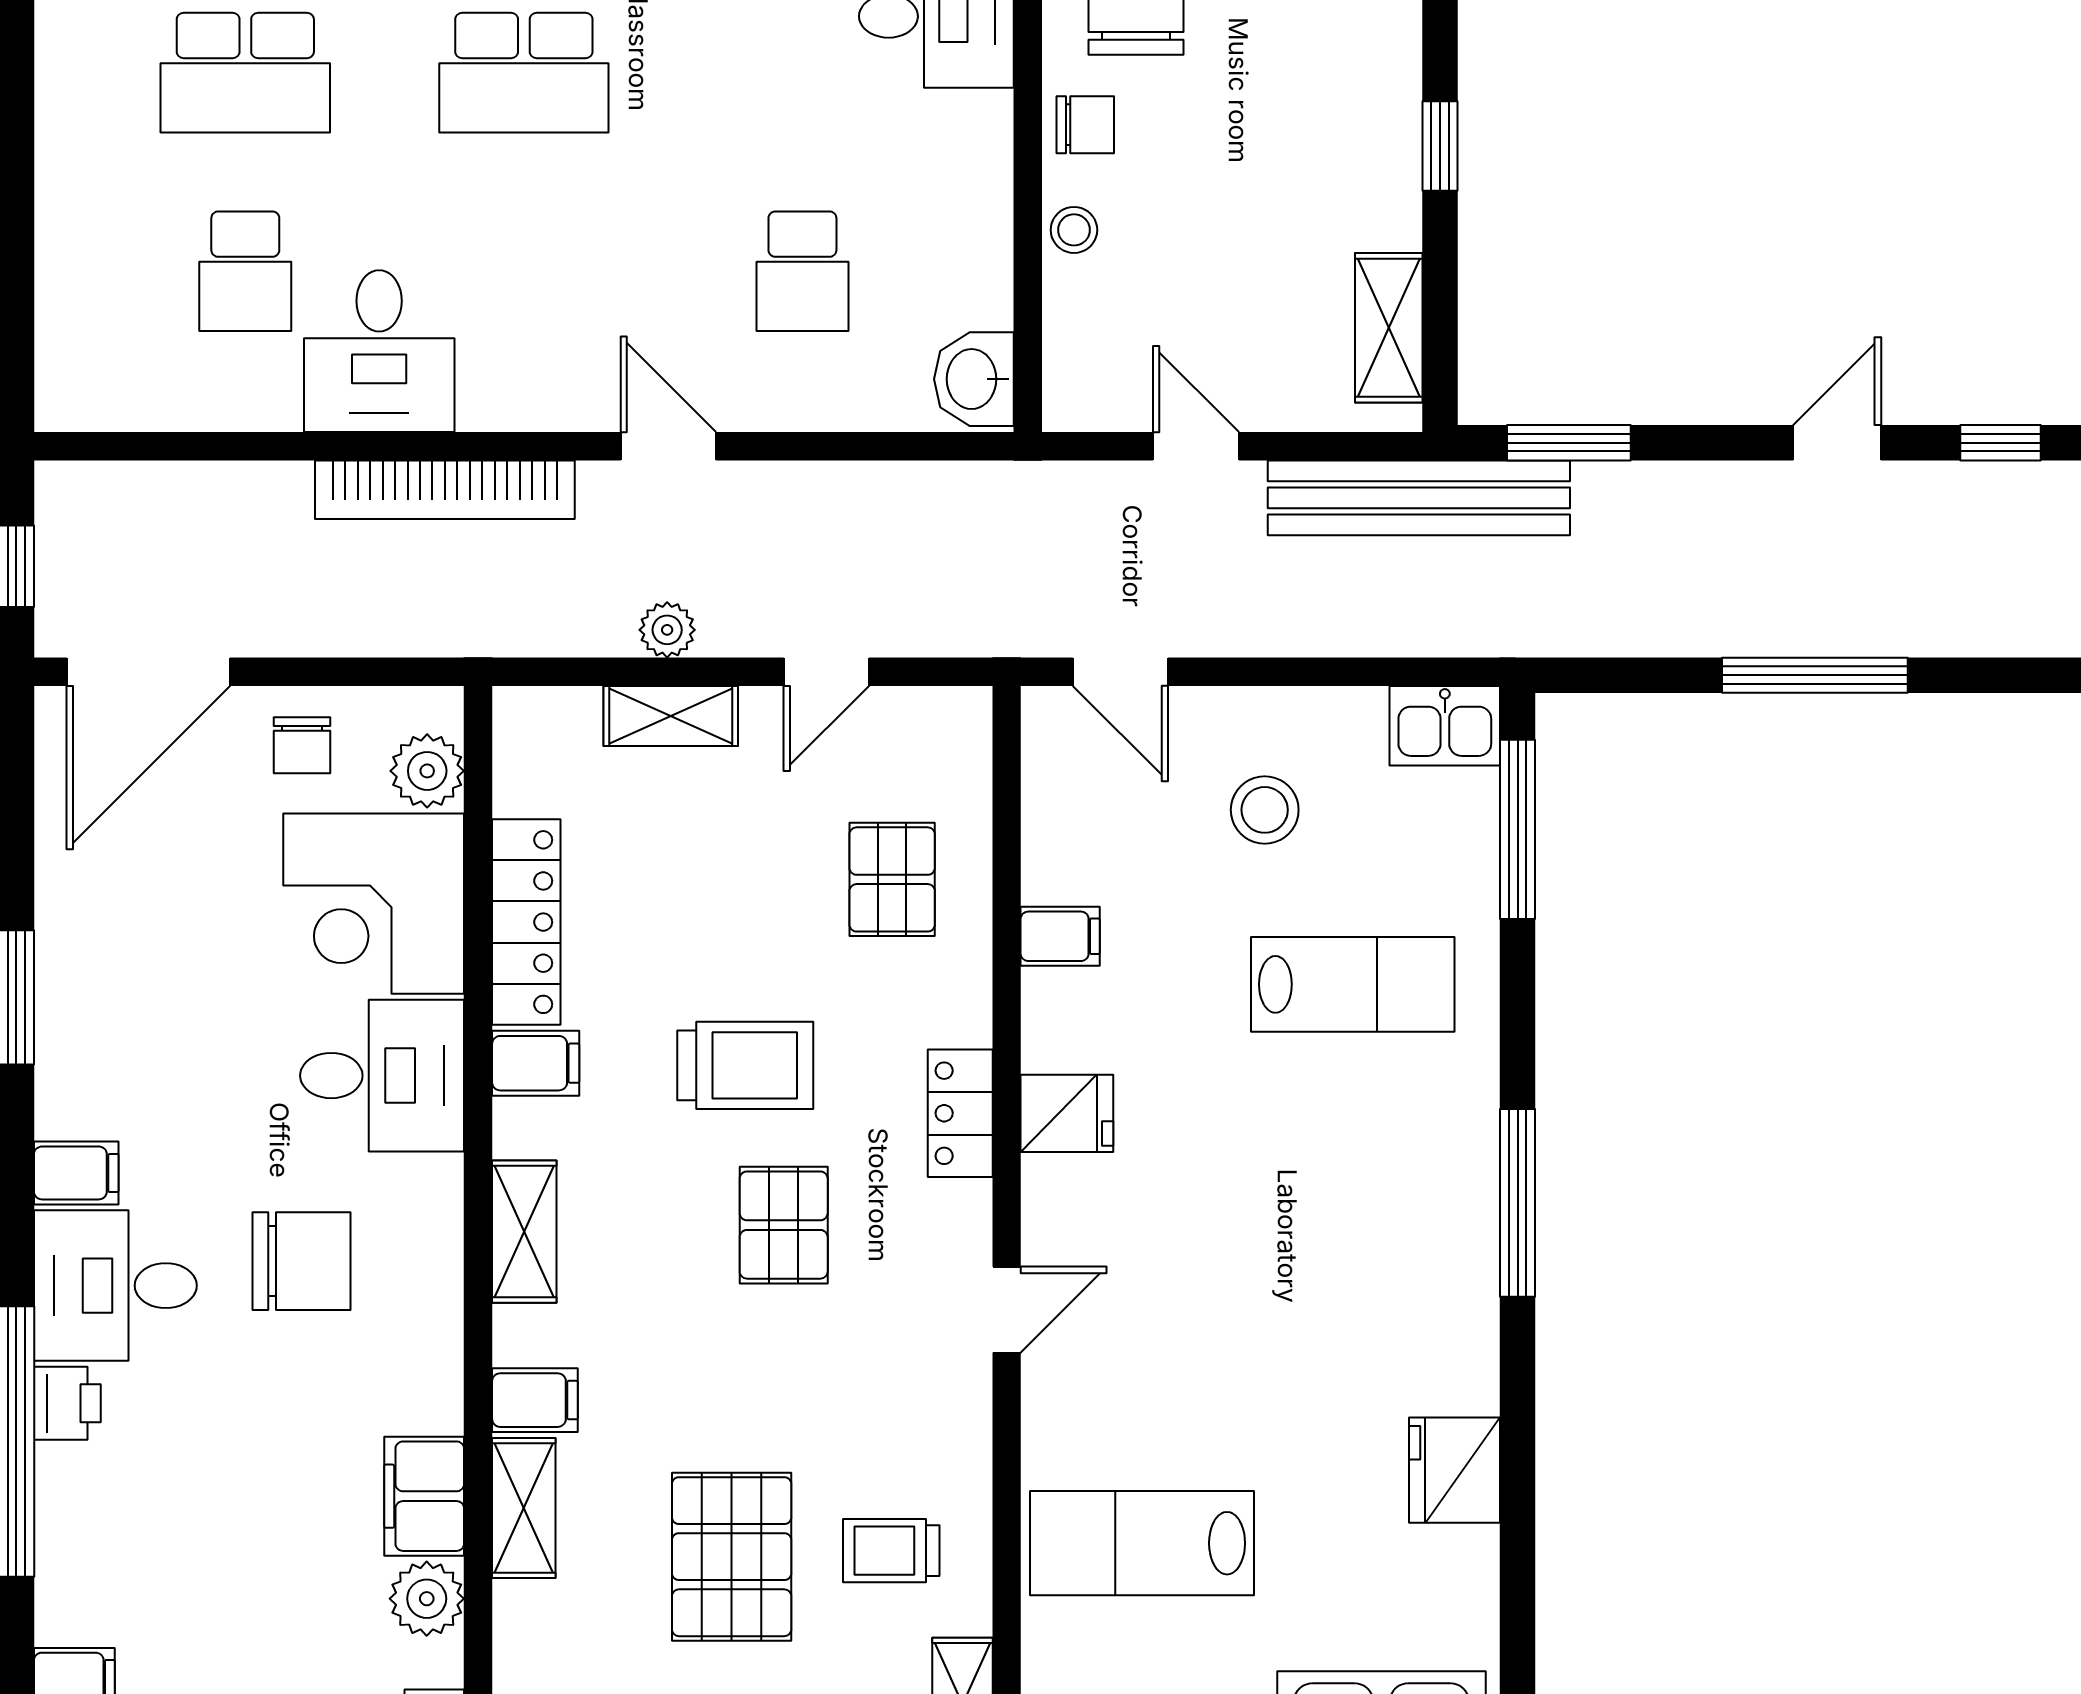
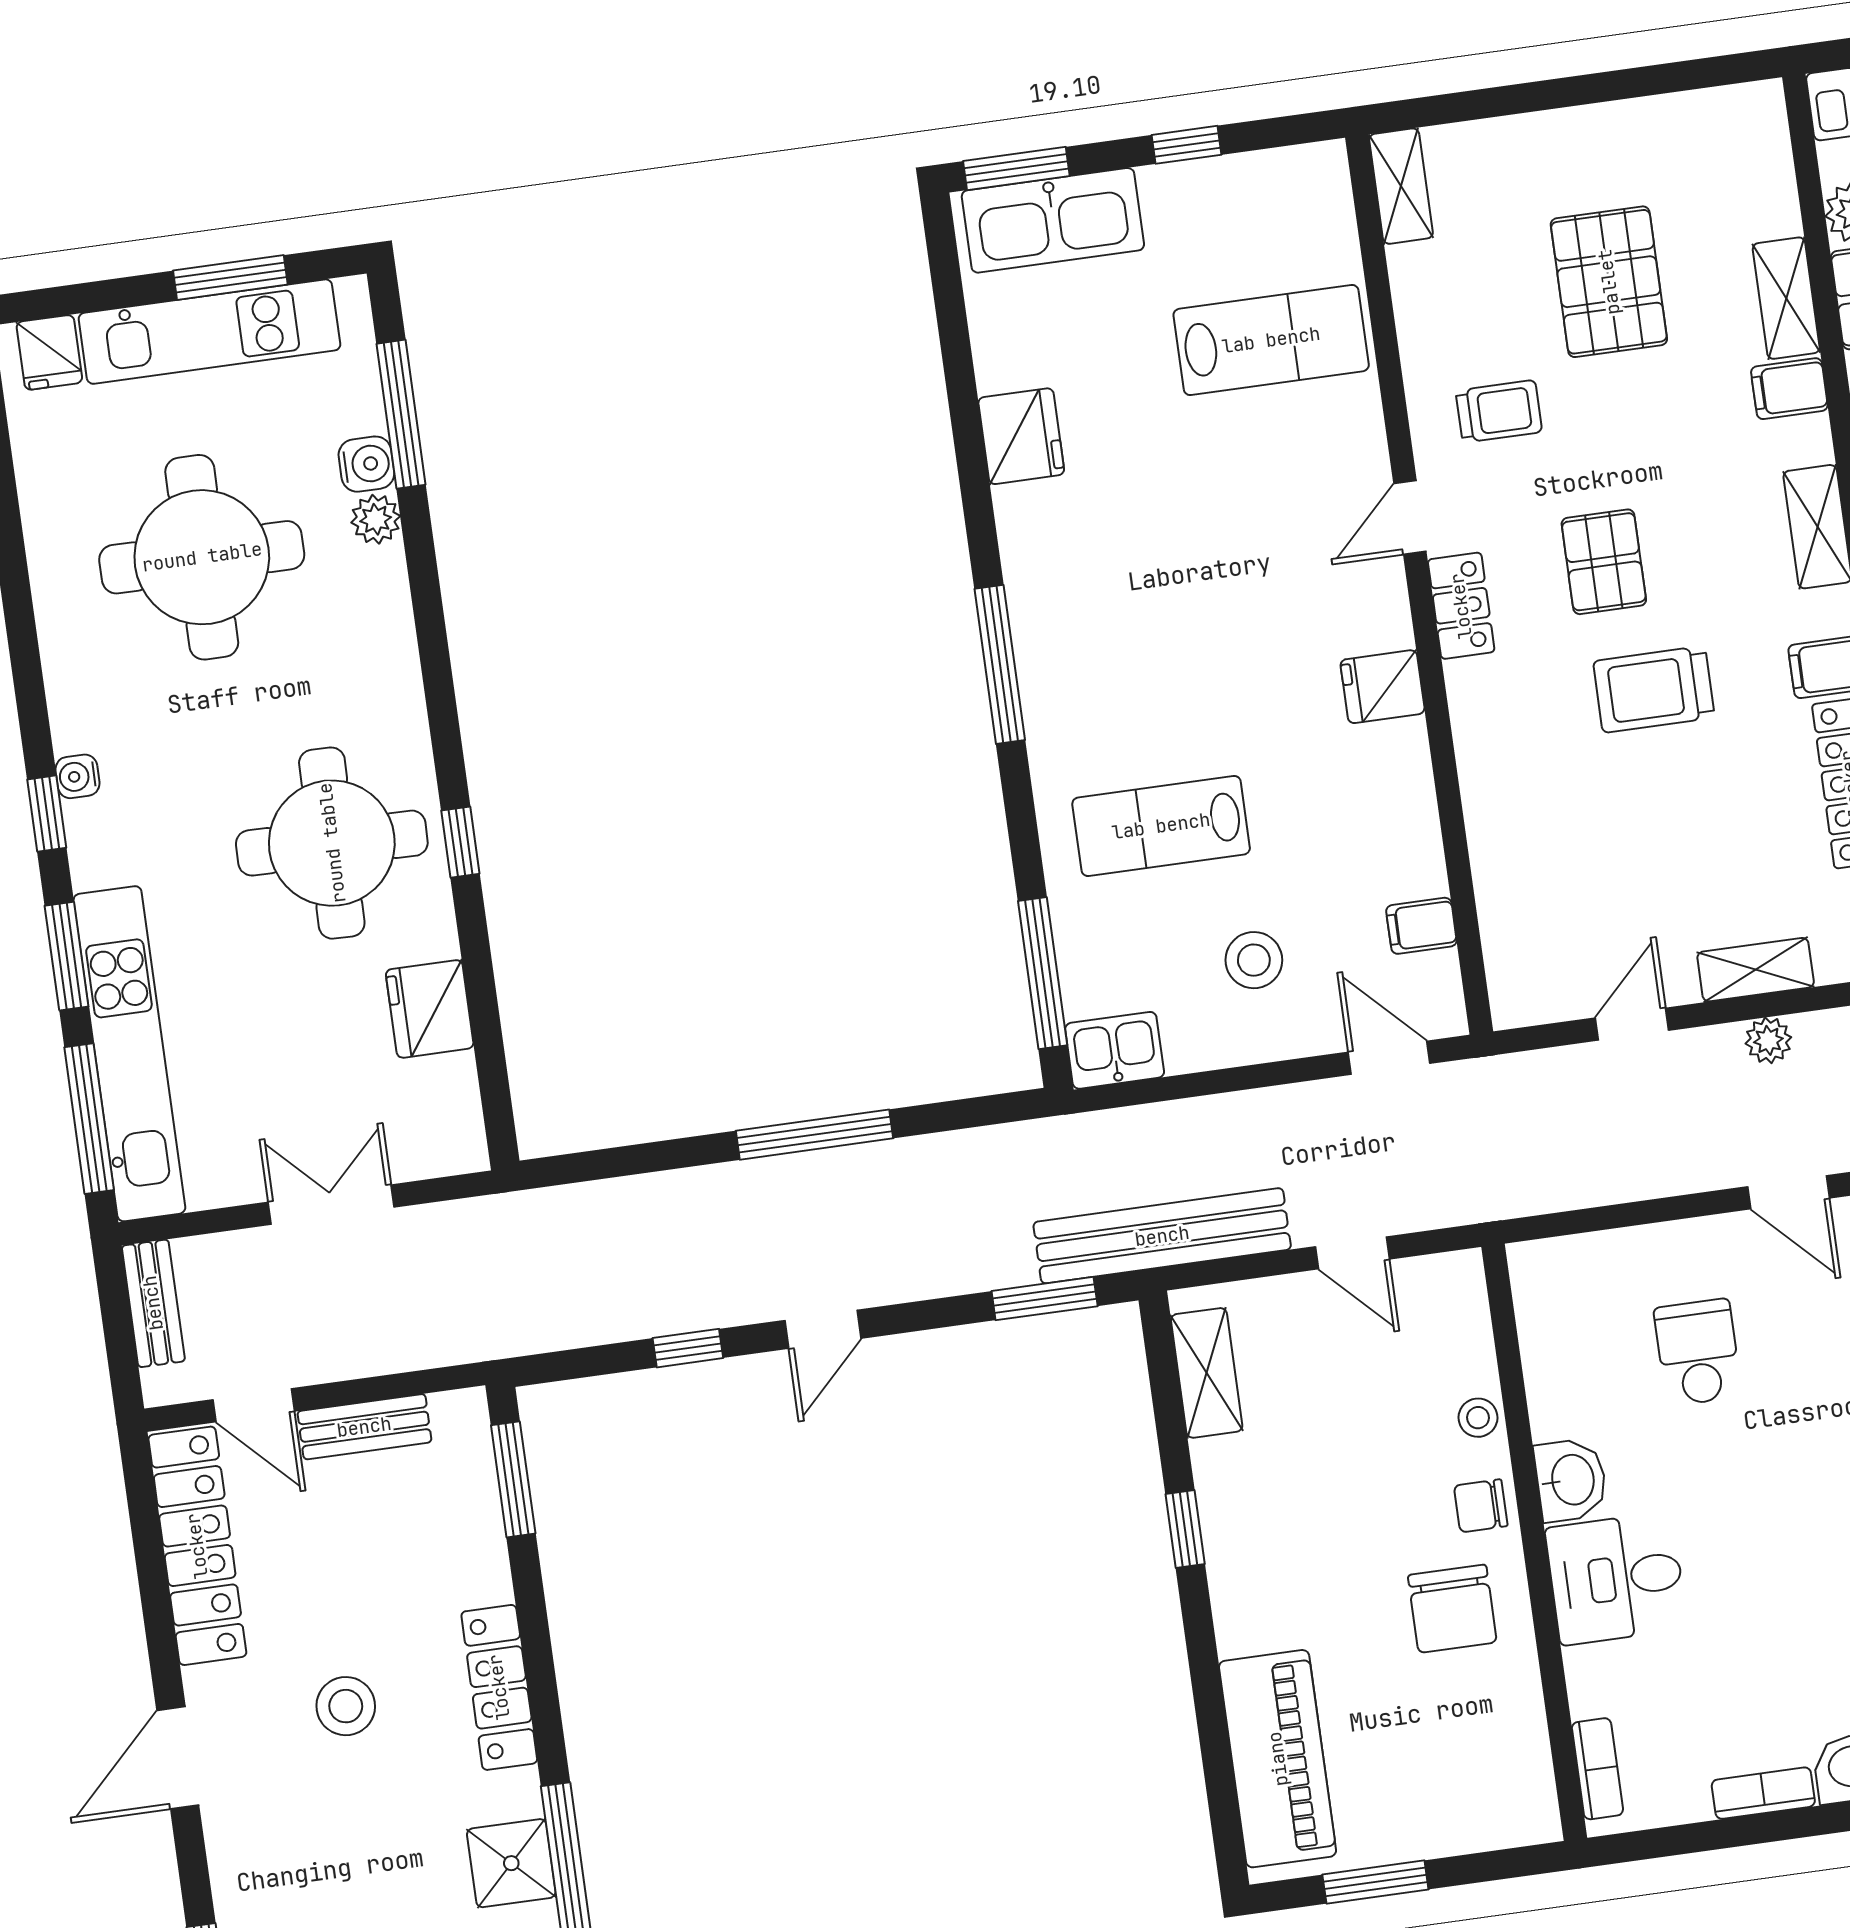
washbasin: (974, 379) -> (1571, 1480), moved
pallet: (892, 879) -> (1554, 860), removed
filing cabinet: (1060, 936) -> (1421, 926), moved
locker: (960, 1113) -> (1461, 606), moved
trolley: (891, 1551) -> (1499, 411), moved

